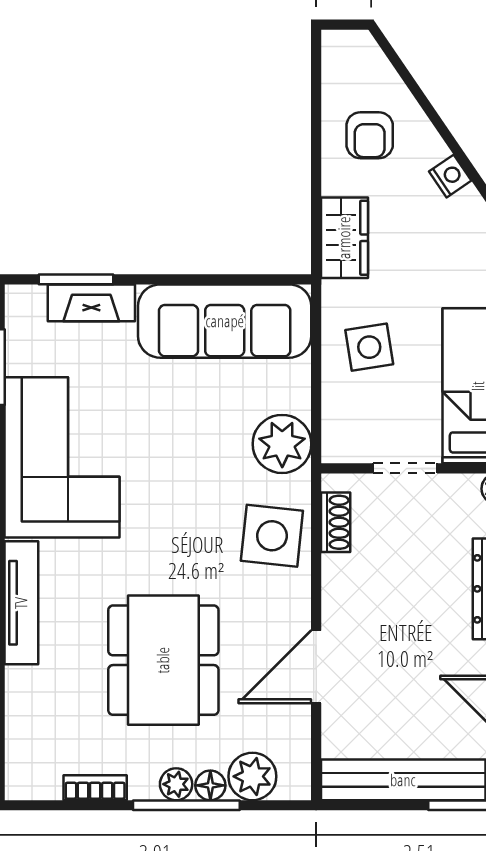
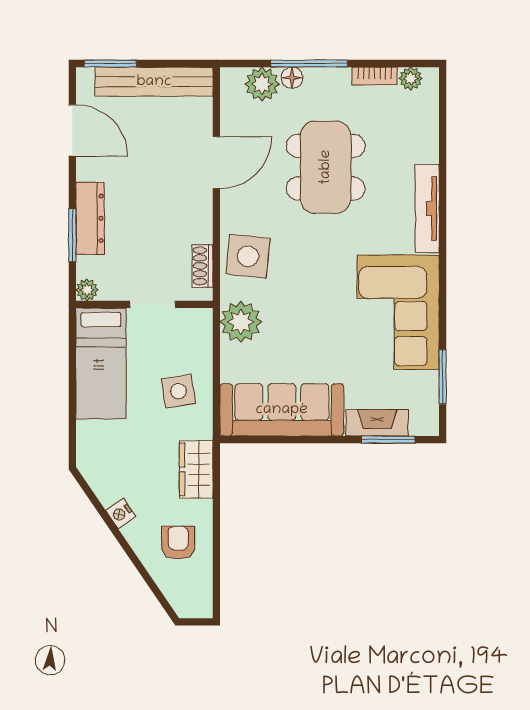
plant: (176, 784) -> (411, 79), moved

